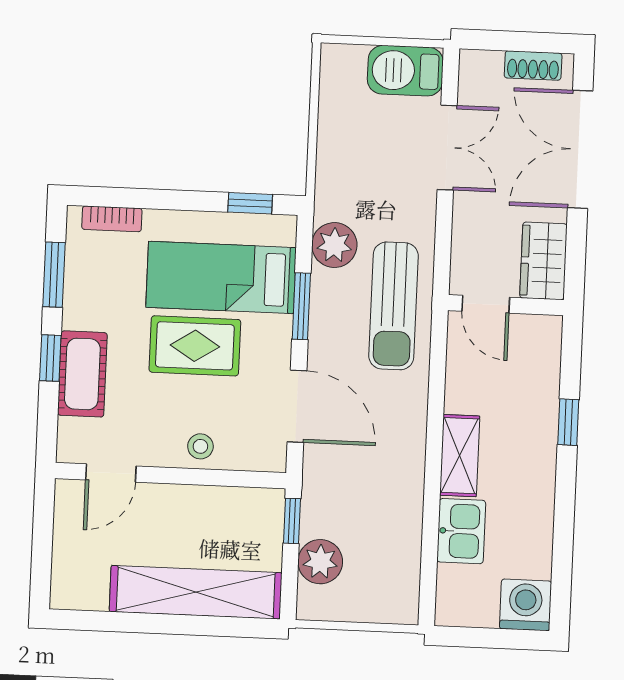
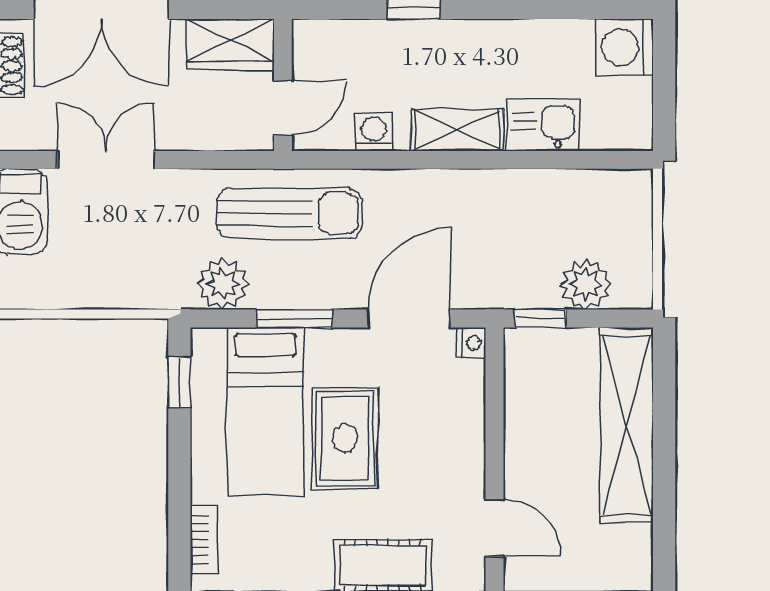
washing machine: (461, 383) -> (374, 132), added
stool: (200, 446) -> (460, 427), removed
nightstand: (274, 460) -> (471, 343), added

